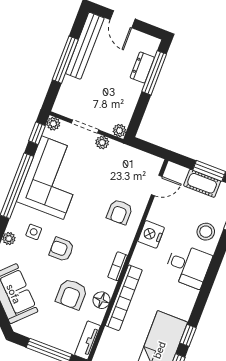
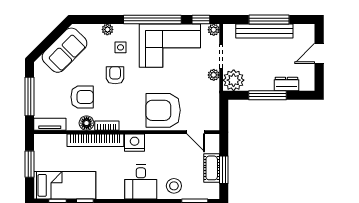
bench: (85, 46) -> (264, 31), moved
window: (154, 73) -> (267, 95), moved
plant: (119, 131) -> (234, 80), width x1.88, depth x1.88
armchair: (120, 212) -> (163, 110), width x1.88, depth x1.88
nightstand: (151, 234) -> (135, 143), moved
bookcase: (118, 266) -> (107, 126), moved
armchair: (71, 294) -> (82, 97), turned 180

